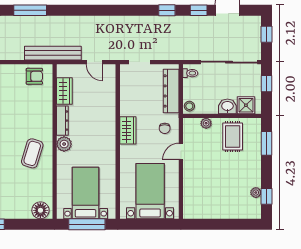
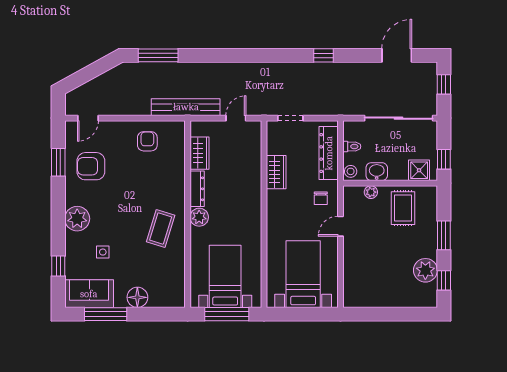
window: (199, 10) -> (362, 55), removed
door: (94, 62) -> (236, 118), swing flipped
toilet: (190, 73) -> (352, 146), moved
armchair: (34, 76) -> (147, 141), moved, turned -90
window: (266, 84) -> (444, 159), moved
washbasin: (227, 106) -> (377, 172), moved
wardrobe: (128, 130) -> (276, 172), moved
window: (266, 143) -> (444, 235), moved
plant: (256, 193) -> (425, 270), width x1.88, depth x1.88
floor lamp: (40, 210) -> (137, 297), moved

